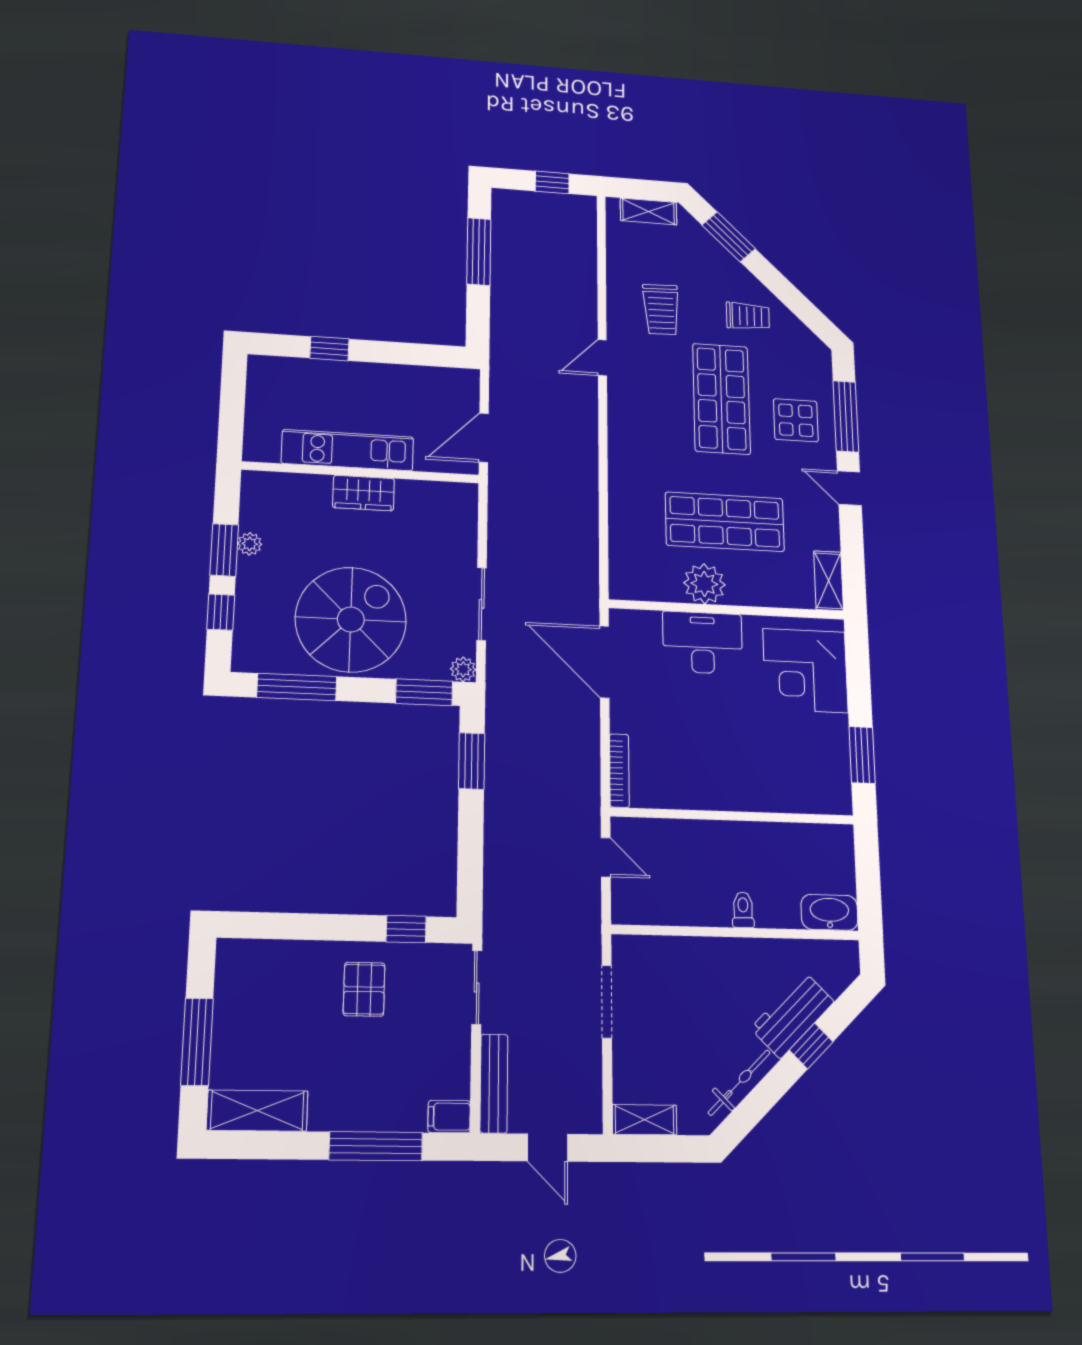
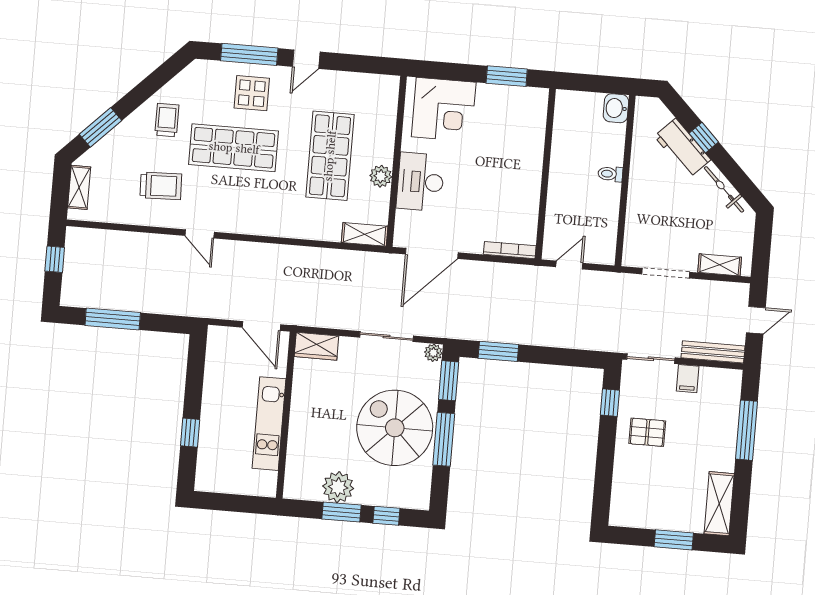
wardrobe: (364, 493) -> (316, 346), moved, turned 90
plant: (250, 544) -> (338, 487), width x1.88, depth x1.88
shelving: (829, 581) -> (365, 234), moved
plant: (704, 584) -> (381, 176), width x0.73, depth x0.73
window: (297, 687) -> (444, 439), moved
washbasin: (829, 912) -> (616, 108), width x0.72
window: (197, 1042) -> (674, 540), width x0.69
filing cabinet: (449, 1117) -> (688, 379), moved
shelving: (645, 1120) -> (720, 265), moved, turned 90

